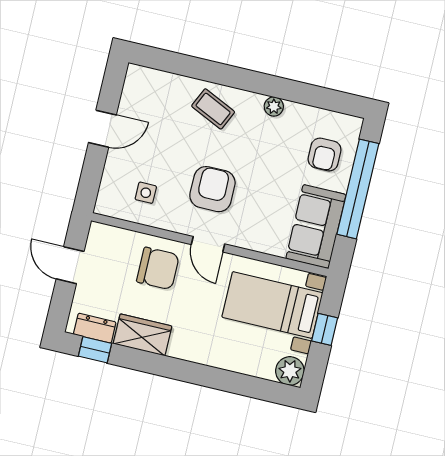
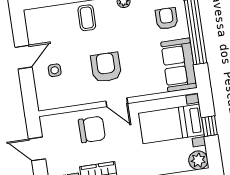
coffee table: (213, 109) -> (87, 18), turned 65
armchair: (325, 155) -> (167, 19), turned 180
side table: (146, 193) -> (55, 70), moved

